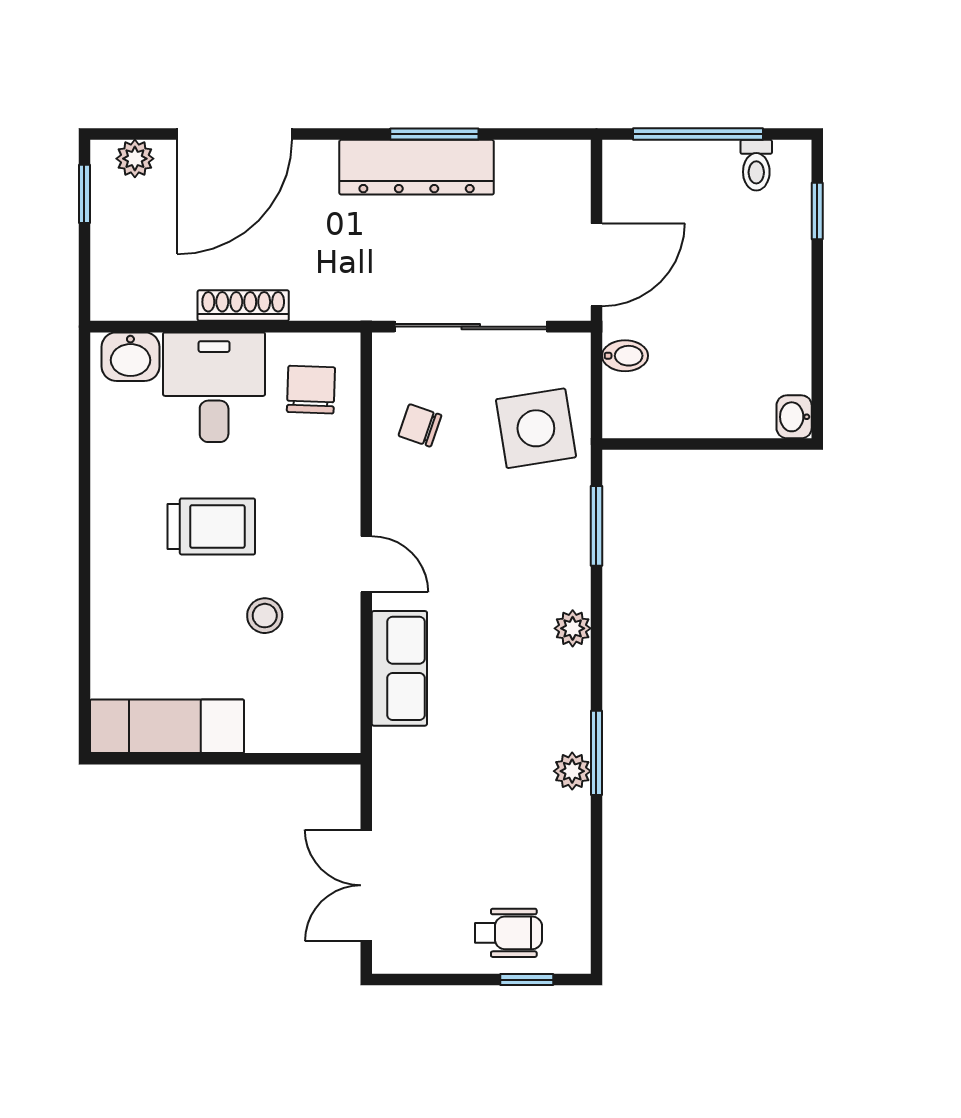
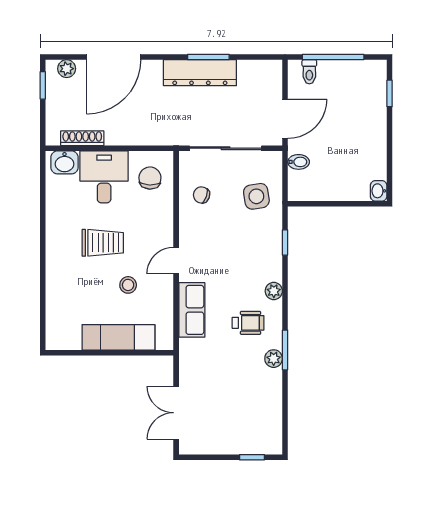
toilet: (756, 165) -> (309, 72), moved
shoe rack: (243, 306) -> (82, 138), moved
side table: (536, 428) -> (256, 196), width x0.73, depth x0.73
window: (596, 526) -> (285, 243), width x0.67
door: (366, 564) -> (176, 261), swing flipped
exam couch: (167, 726) -> (118, 337), moved
wheelchair: (508, 933) -> (248, 323), moved

